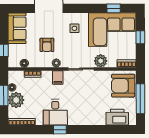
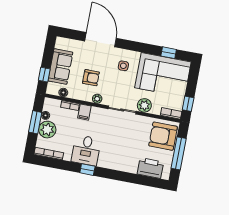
sofa: (17, 28) -> (60, 67), moved
window: (140, 37) -> (188, 104), moved
armchair: (47, 45) -> (91, 78), turned -90
filing cabinet: (58, 77) -> (84, 112), moved

